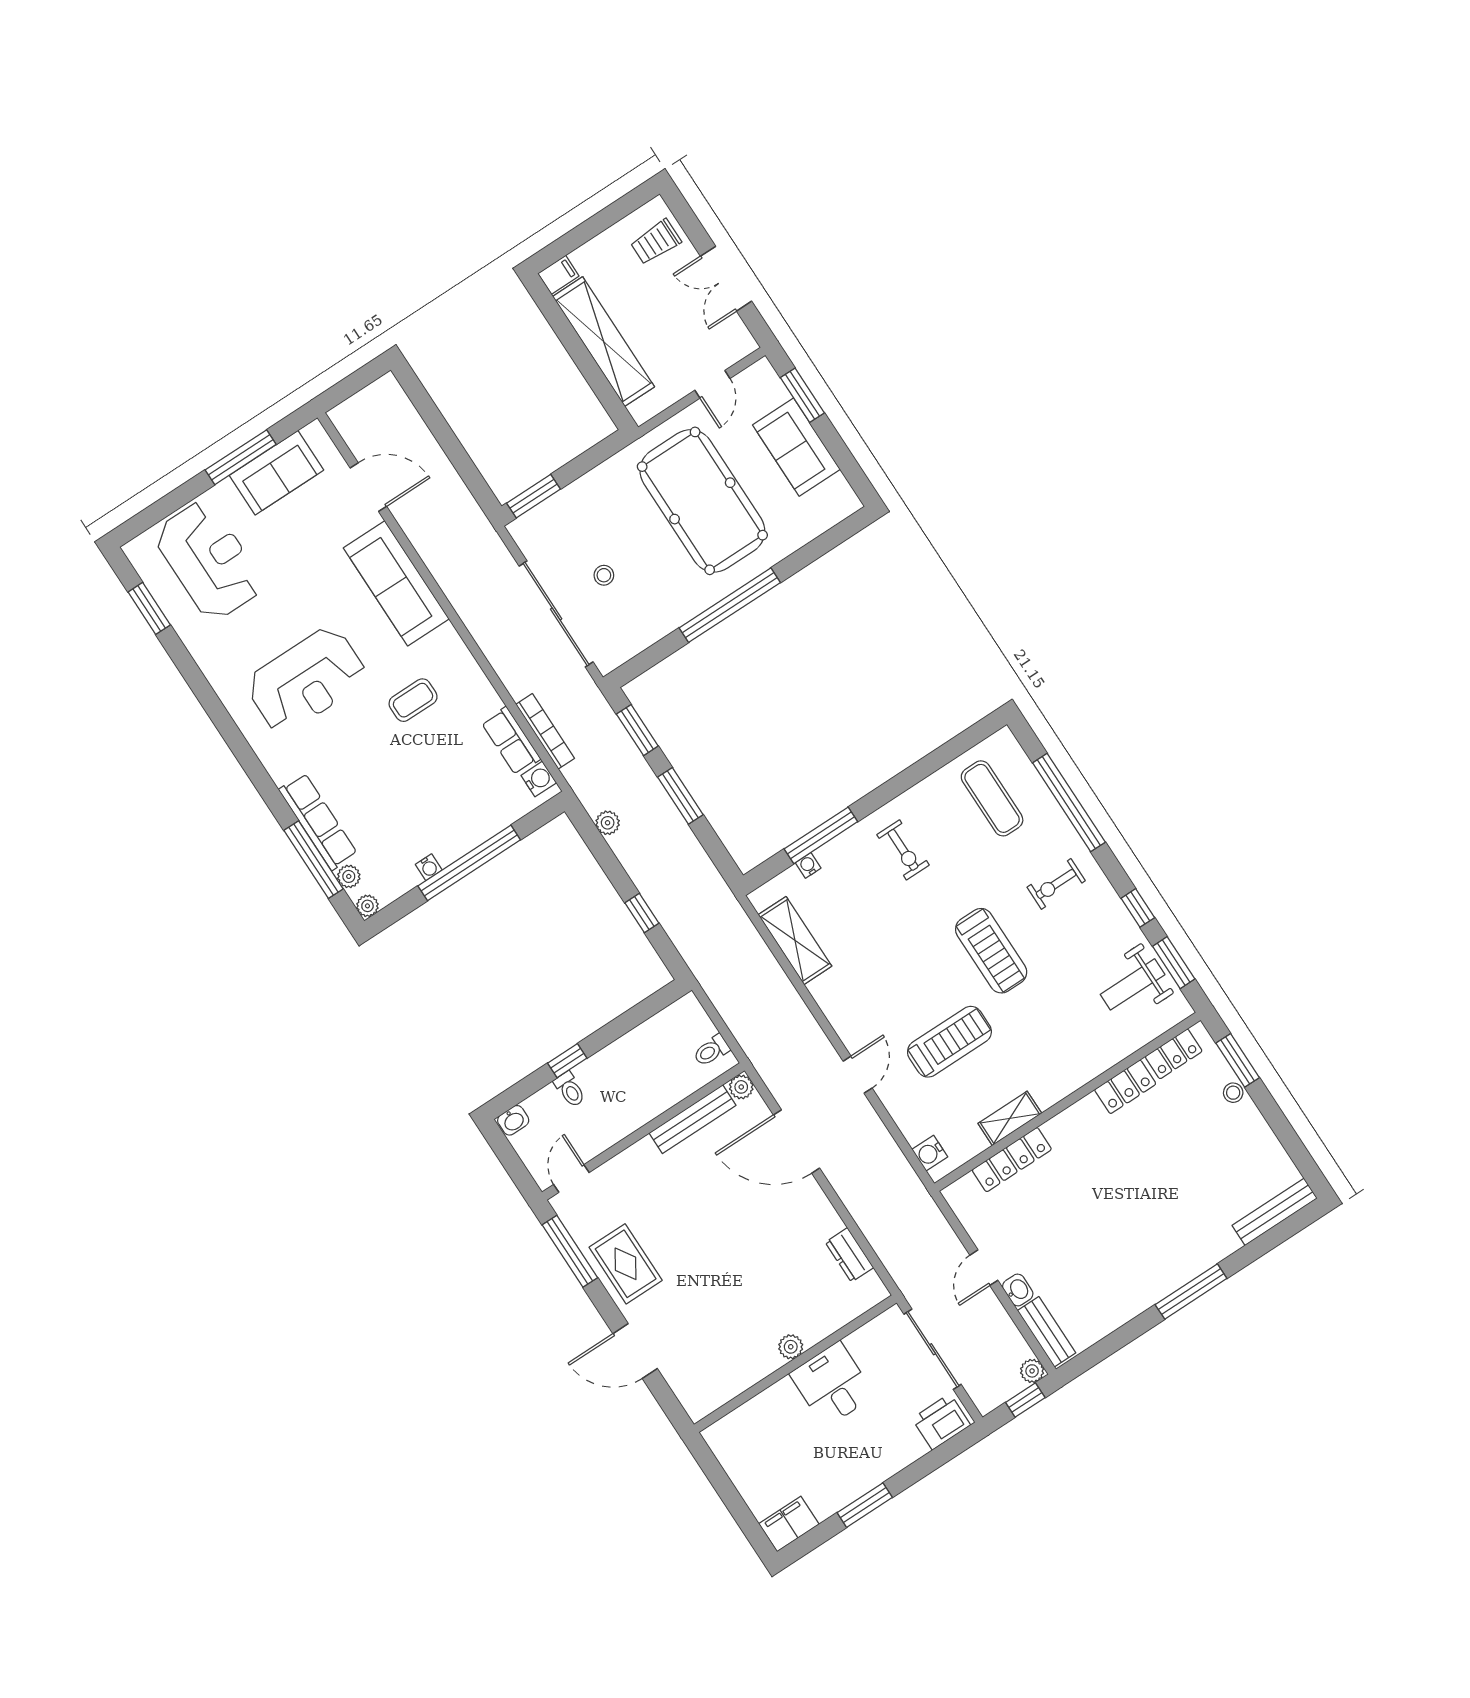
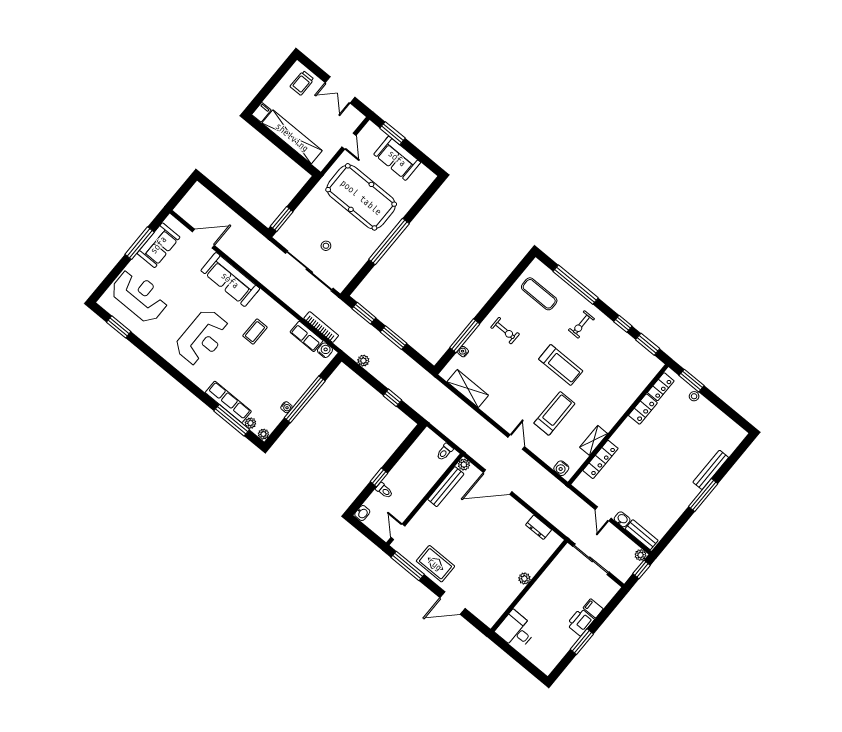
weight bench: (1133, 984) -> (632, 360), removed
bench: (1275, 1212) -> (711, 470), moved
desk: (832, 1384) -> (516, 630), moved
printer: (941, 1422) -> (580, 622), moved
filing cabinet: (789, 1524) -> (593, 608), moved, width x0.50

